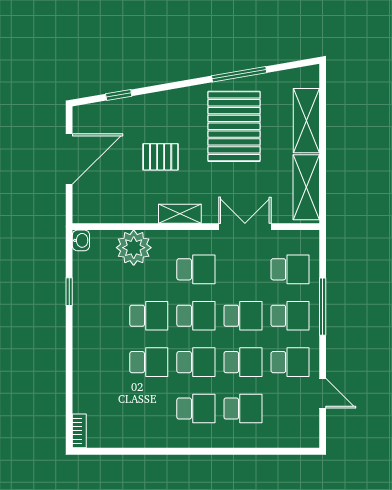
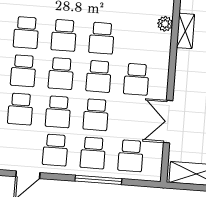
shelving: (180, 214) -> (185, 31), moved
double door: (245, 227) -> (168, 122), swing flipped
plant: (134, 248) -> (165, 24), width x0.53, depth x0.53
school desk: (149, 409) -> (26, 32), added

